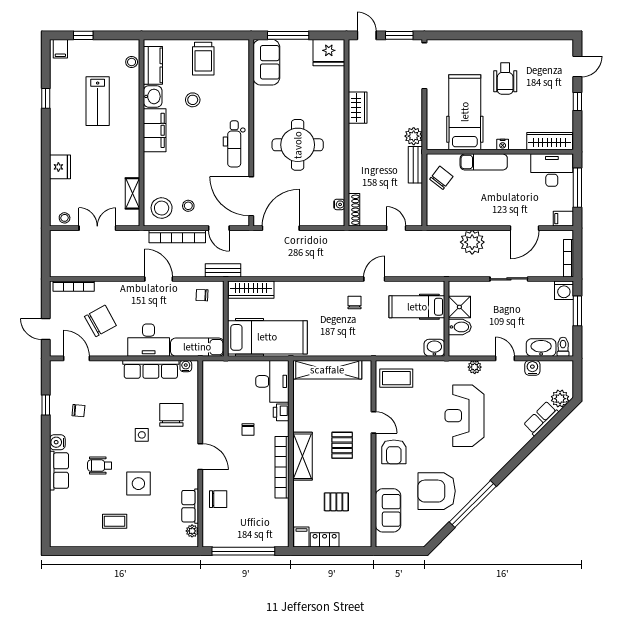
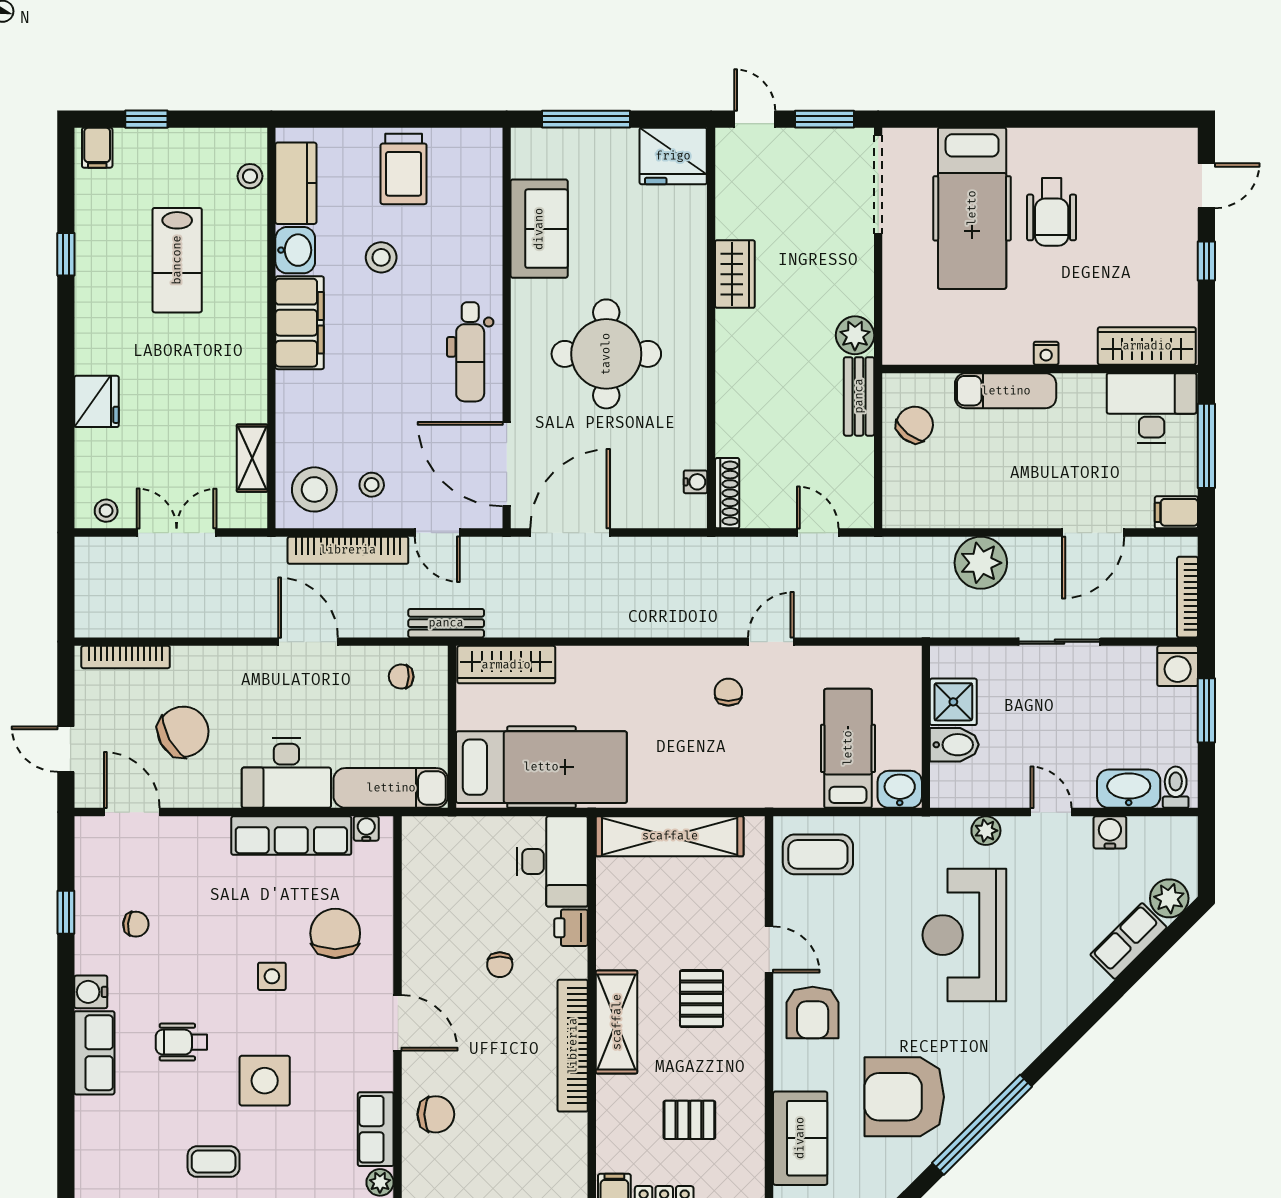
sofa: (266, 62) -> (539, 229), moved
hospital bed: (465, 112) -> (972, 208), moved, turned 180
hospital bed: (417, 307) -> (848, 748), moved, turned 90

